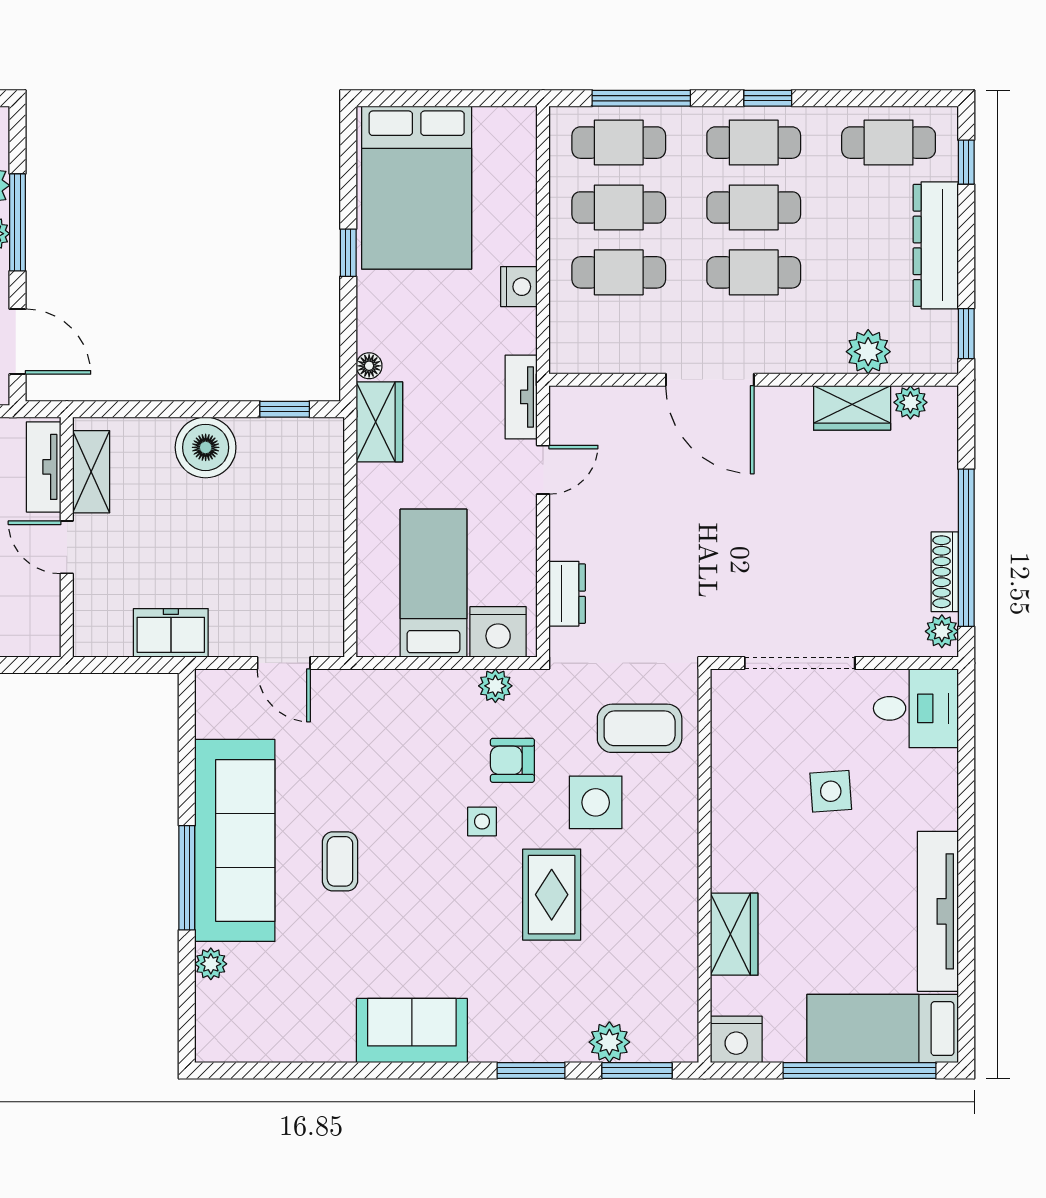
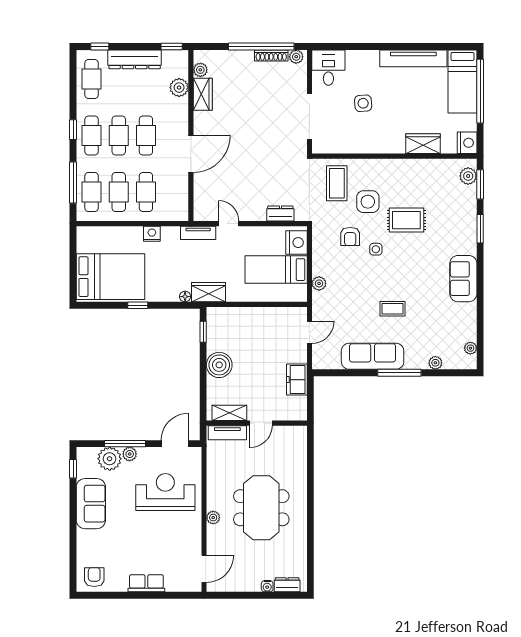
plant: (495, 686) -> (319, 283), moved
sofa: (235, 840) -> (373, 356), width x0.74, depth x0.79
plant: (609, 1042) -> (468, 176), moved
plant: (246, 1048) -> (470, 348), added

